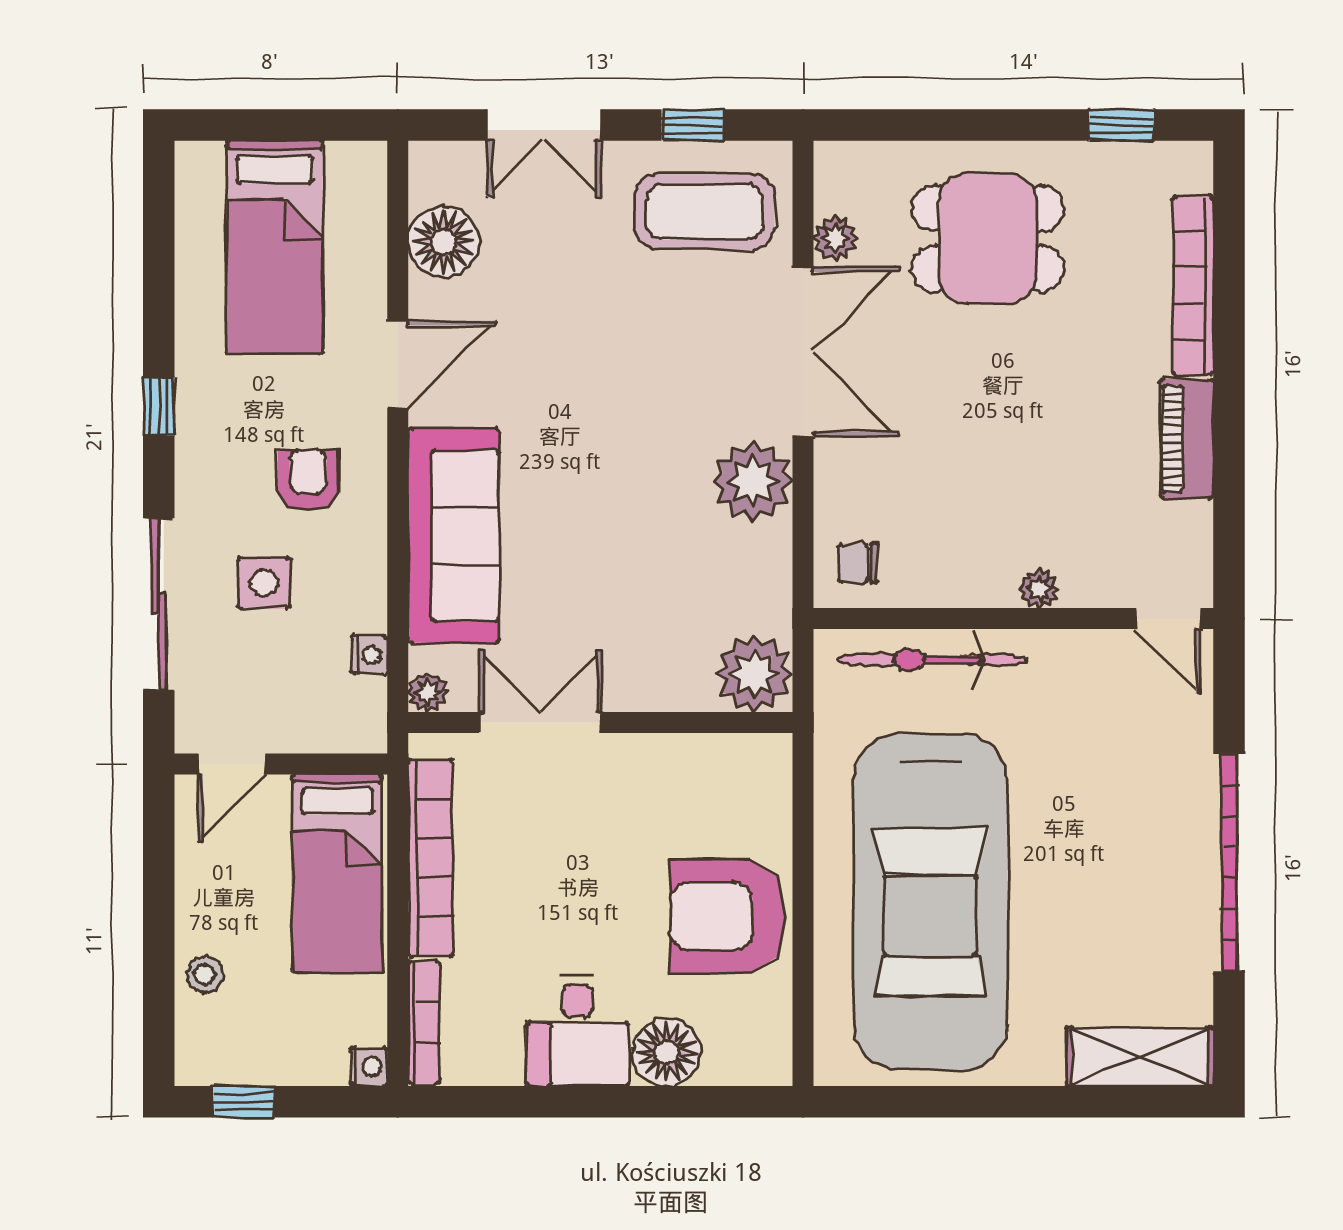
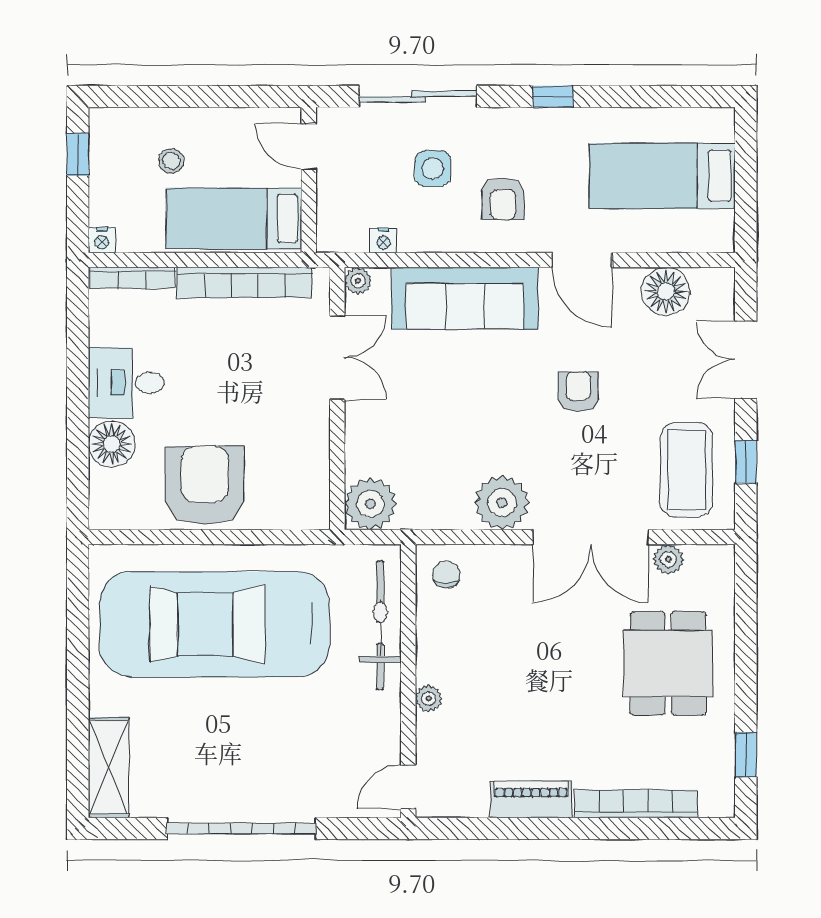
armchair: (590, 370) -> (578, 392), added
armchair: (308, 480) -> (503, 199), turned 90
stool: (205, 975) -> (171, 161), moved

